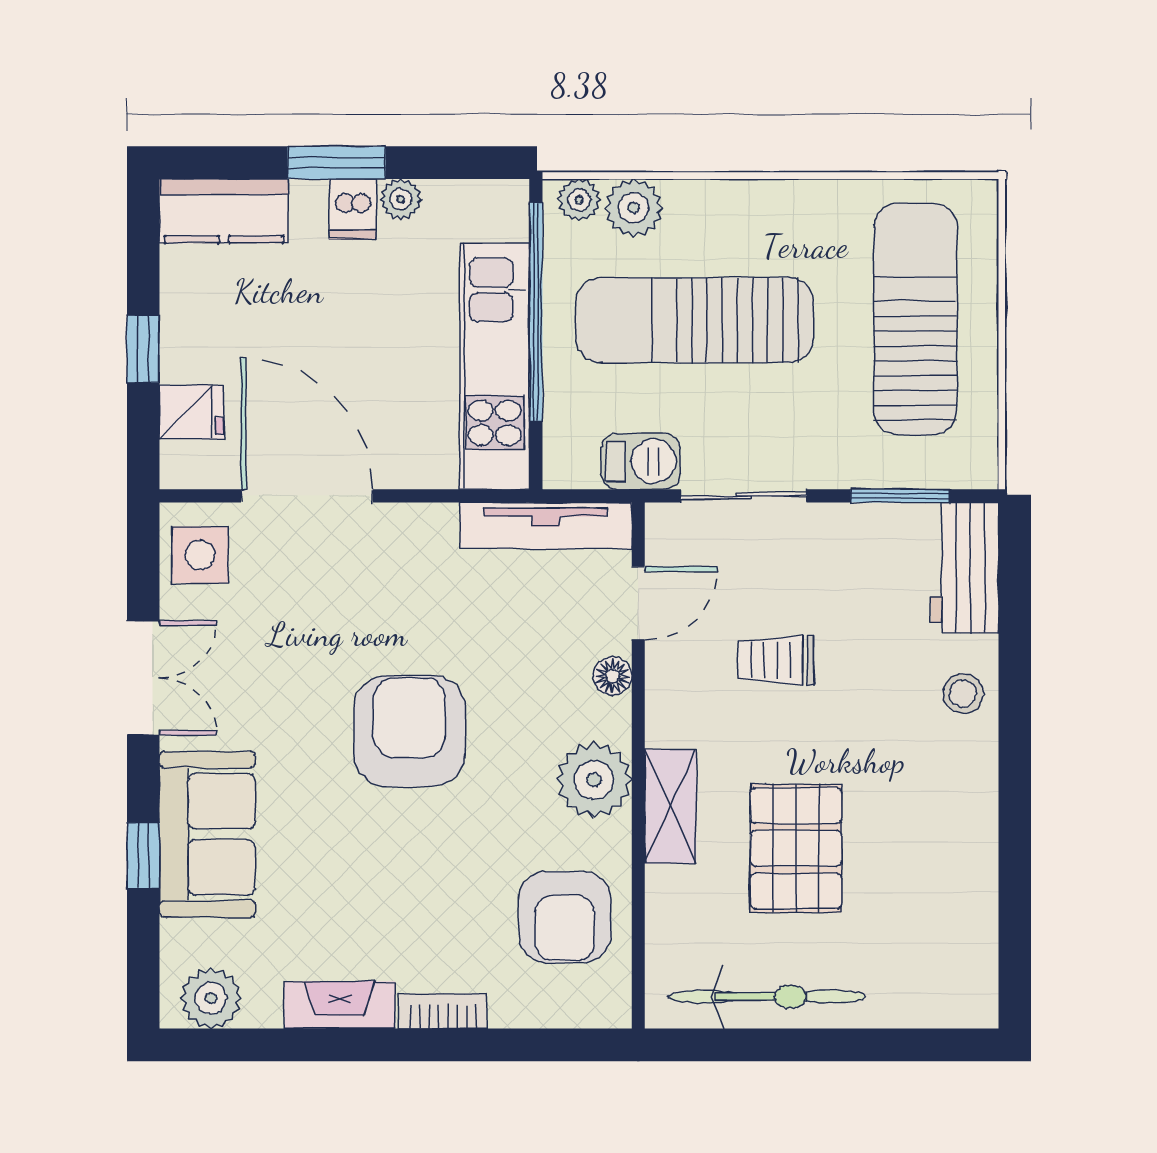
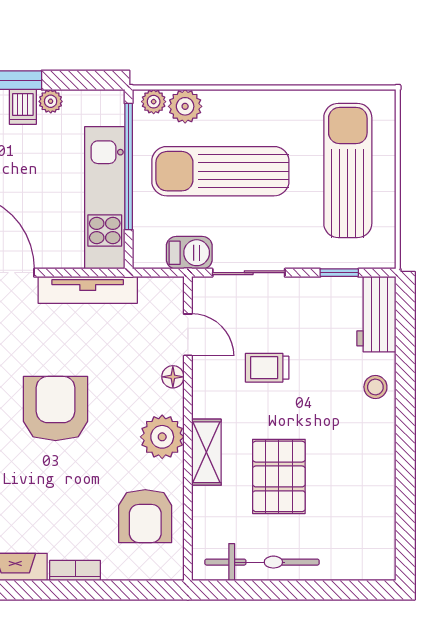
window: (900, 496) -> (339, 273), width x0.67
tv unit: (546, 526) -> (88, 290), moved
door: (638, 603) -> (188, 335), hinge flipped

